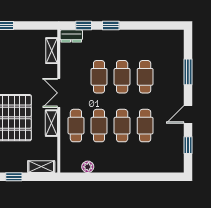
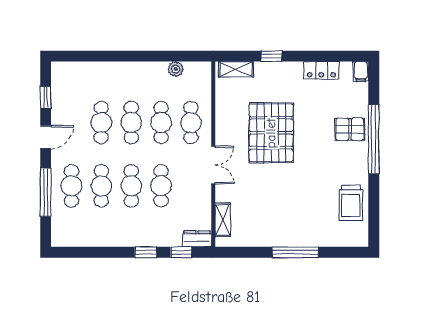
window: (188, 72) -> (46, 192), width x1.44
cafe table: (168, 77) -> (71, 186), added
shelving: (51, 123) -> (223, 126), removed

